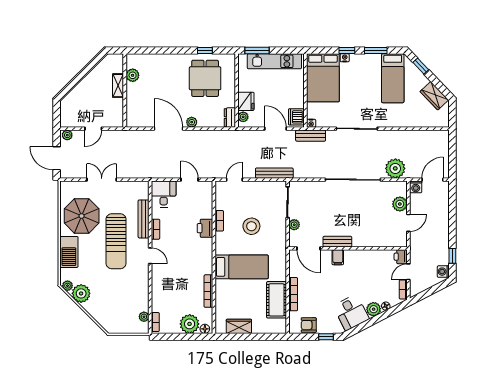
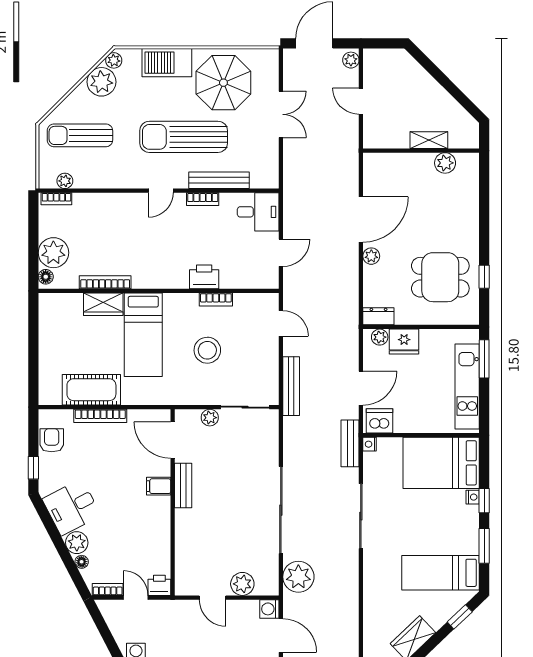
door: (309, 248) -> (173, 440), hinge flipped
sun lounger: (115, 307) -> (80, 135), added
wardrobe: (239, 326) -> (103, 304), moved, turned 90

